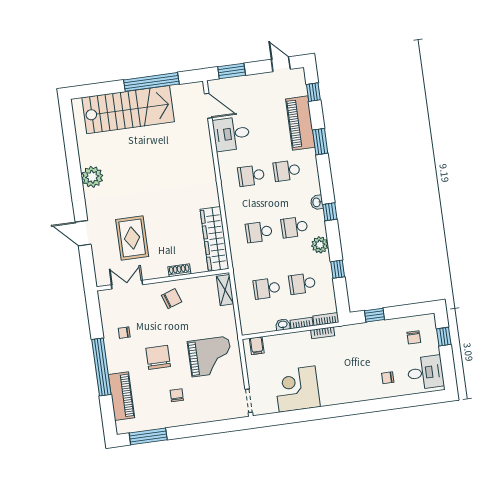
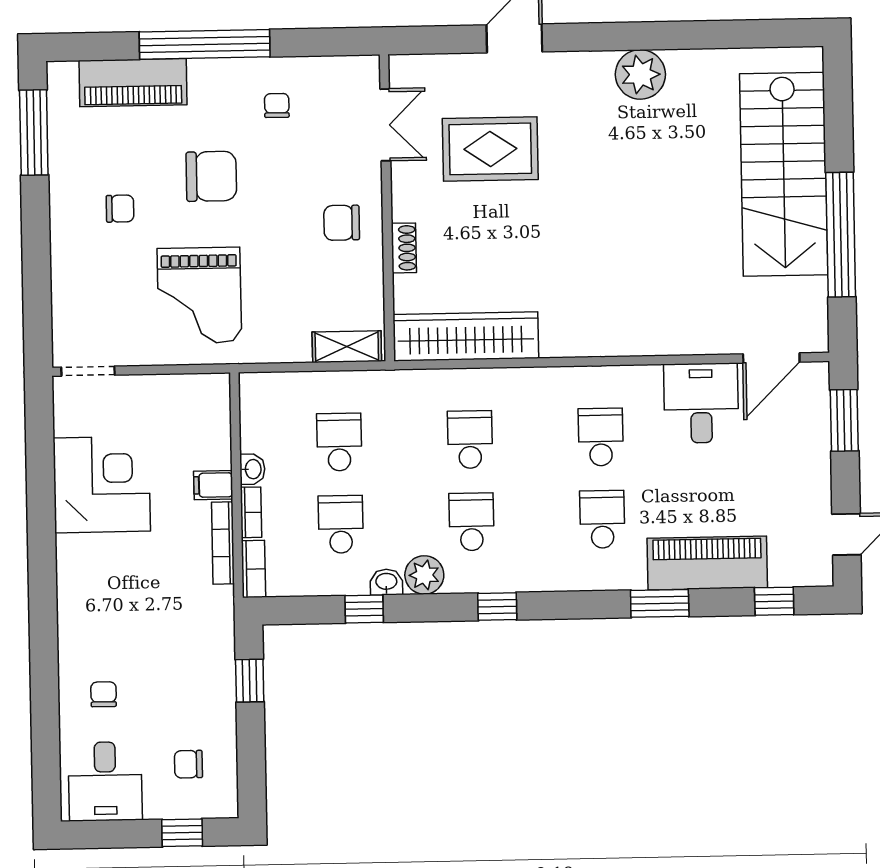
washbasin: (317, 202) -> (386, 582), moved
chair: (172, 299) -> (342, 223), turned 109
bookcase: (323, 333) -> (223, 543), width x1.56
filing cabinet: (257, 346) -> (213, 485), moved

